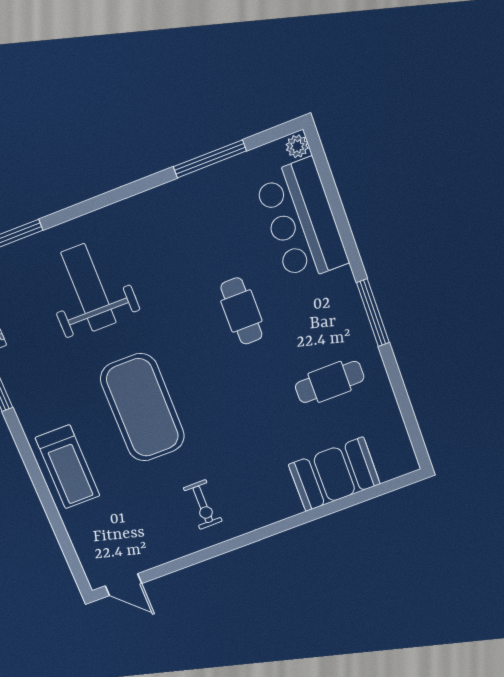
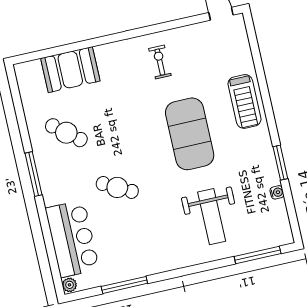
cafe table: (241, 311) -> (117, 187), turned -62
cafe table: (330, 382) -> (66, 133), turned 39
treadmill: (68, 467) -> (244, 101), turned 180

